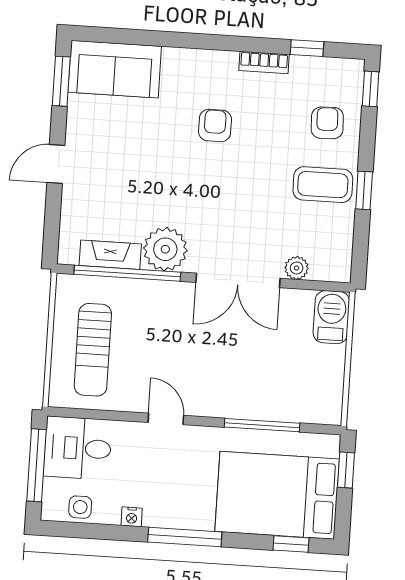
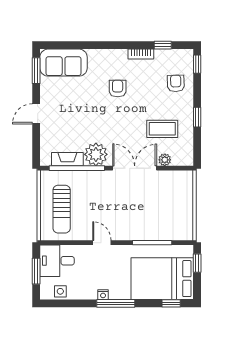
coffee table: (323, 185) -> (162, 129), moved
double door: (238, 280) -> (135, 168), swing flipped
barbecue: (331, 317) -> (184, 184), removed
window: (36, 465) -> (36, 271), width x0.69
nightstand: (132, 517) -> (103, 295), moved

